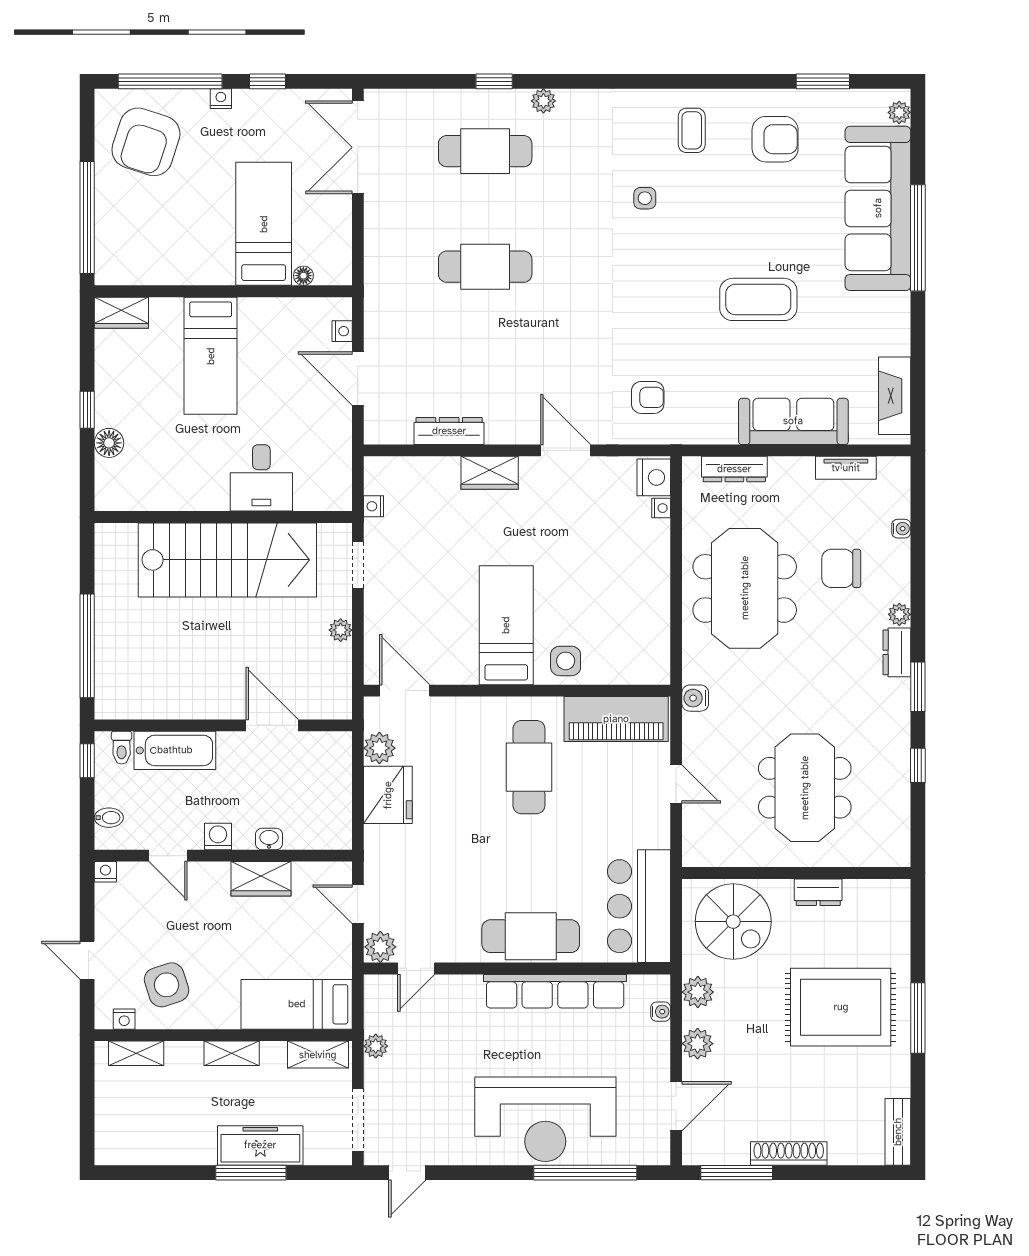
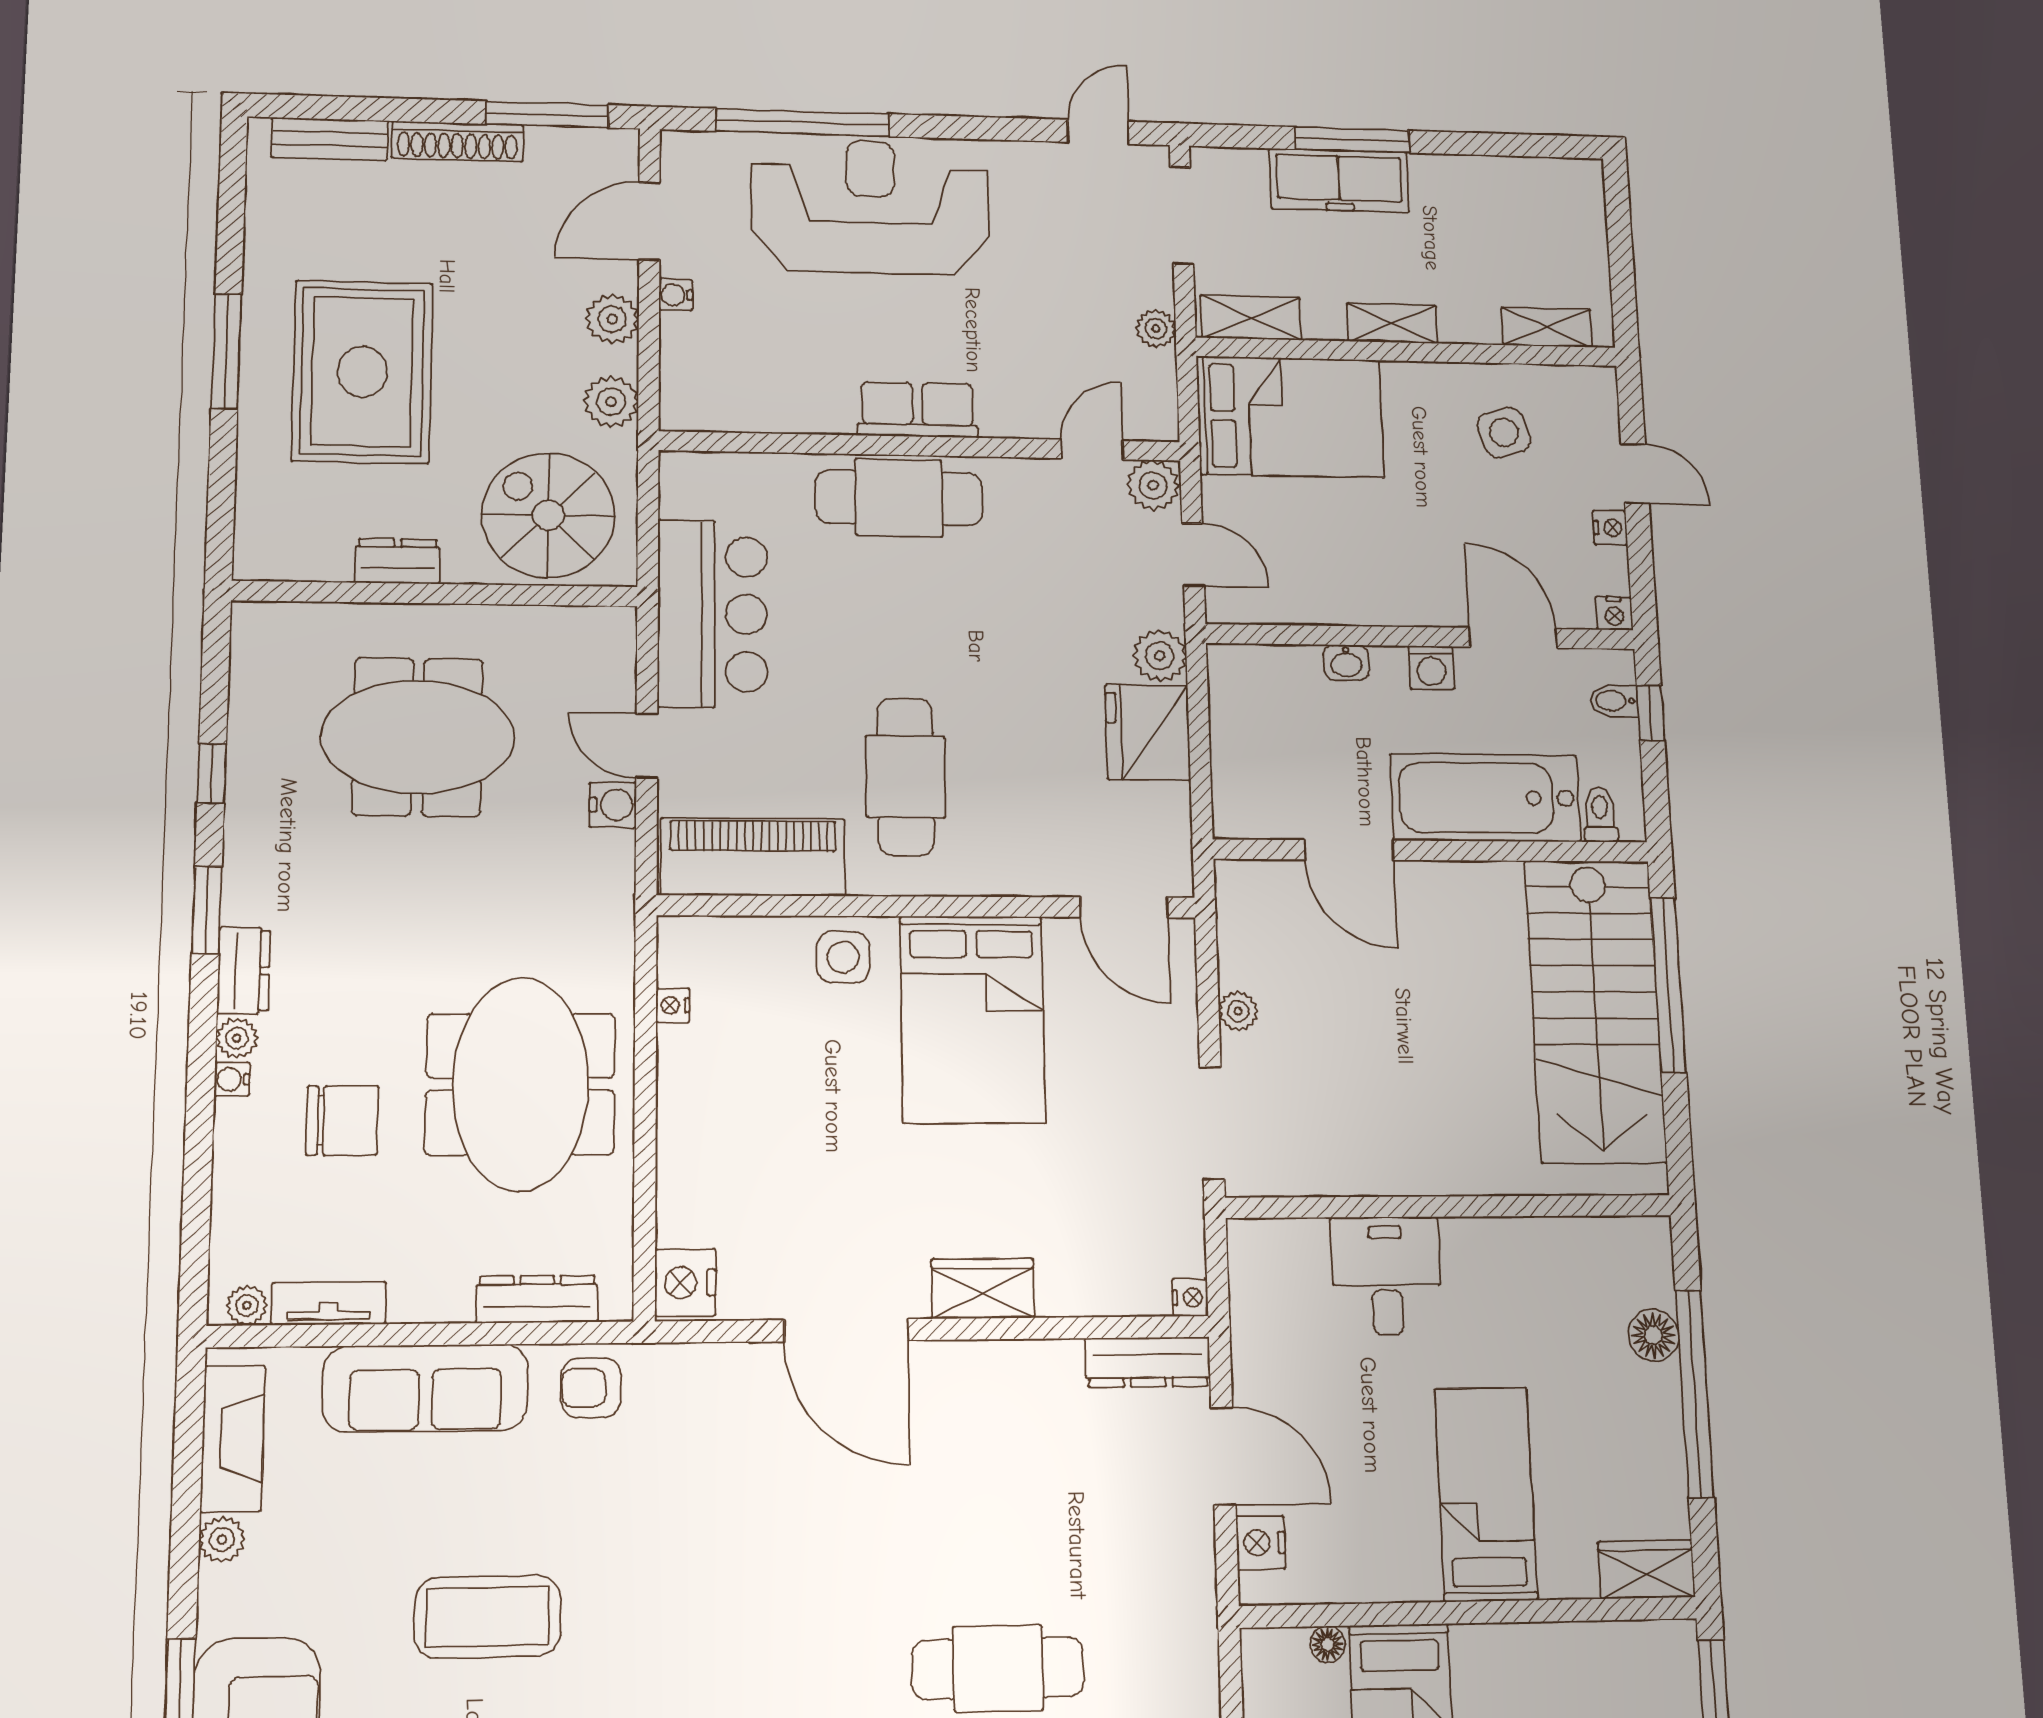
nightstand: (342, 331) -> (1261, 1543), width x1.39, depth x1.35
plant: (899, 343) -> (222, 1540), added
armchair: (648, 397) -> (591, 1388), moved
window: (87, 410) -> (1695, 1393), width x3.17
dresser: (449, 431) -> (1148, 1362), moved
door: (566, 450) -> (846, 1330), width x1.36
plant: (889, 467) -> (247, 1305), added
nightstand: (374, 506) -> (1190, 1297), moved
nightstand: (661, 508) -> (673, 1005), moved
water cooler: (901, 529) -> (232, 1079), moved
stairs: (227, 560) -> (1595, 1011), moved, turned -90
doorway: (358, 565) -> (1212, 1123), width x1.38
bed: (506, 625) -> (973, 1019), width x1.50
water cooler: (695, 698) -> (613, 805), moved
plant: (379, 748) -> (1160, 656), moved
bathtub: (175, 750) -> (1485, 798), width x1.36, depth x1.36
window: (87, 761) -> (1651, 713), moved
meeting table: (805, 788) -> (418, 737), turned 90
door: (168, 856) -> (1513, 638), width x1.38
wardrobe: (261, 879) -> (1357, 598), removed
bar counter: (639, 906) -> (713, 614), moved
side table: (167, 985) -> (1504, 432), width x0.73, depth x0.73
row of seats: (555, 991) -> (917, 410), width x0.50
bed: (297, 1004) -> (1290, 417), width x1.50
rug: (841, 1007) -> (362, 372), turned 90
water cooler: (661, 1012) -> (676, 295), moved
nightstand: (124, 1019) -> (1610, 528), moved, turned 90
bench: (898, 1132) -> (330, 139), moved, turned 90

